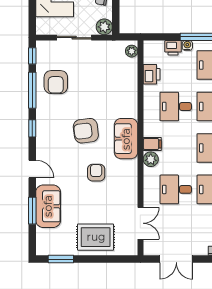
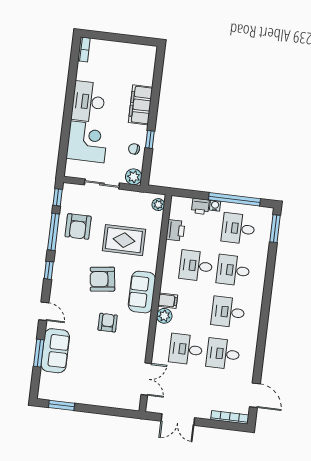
rug: (96, 237) -> (124, 240), moved

